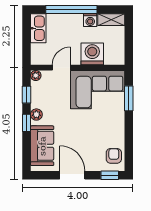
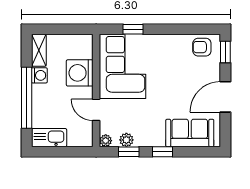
window: (129, 98) -> (133, 29), width x0.67
plant: (36, 115) -> (126, 140), moved

